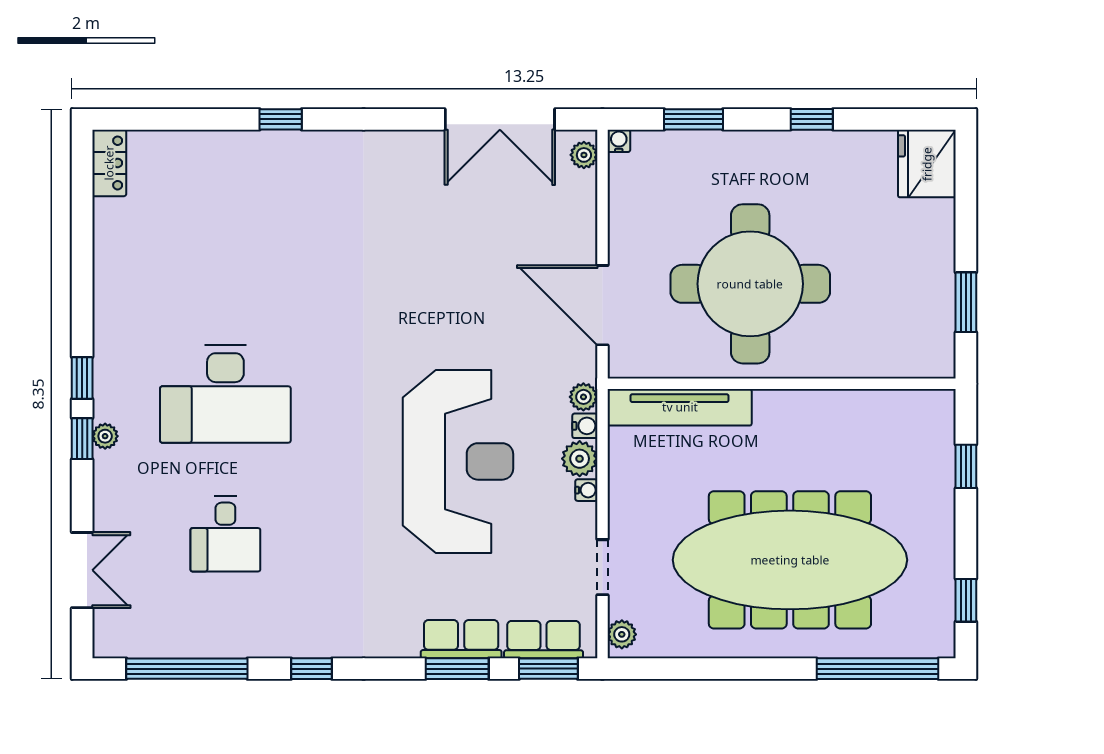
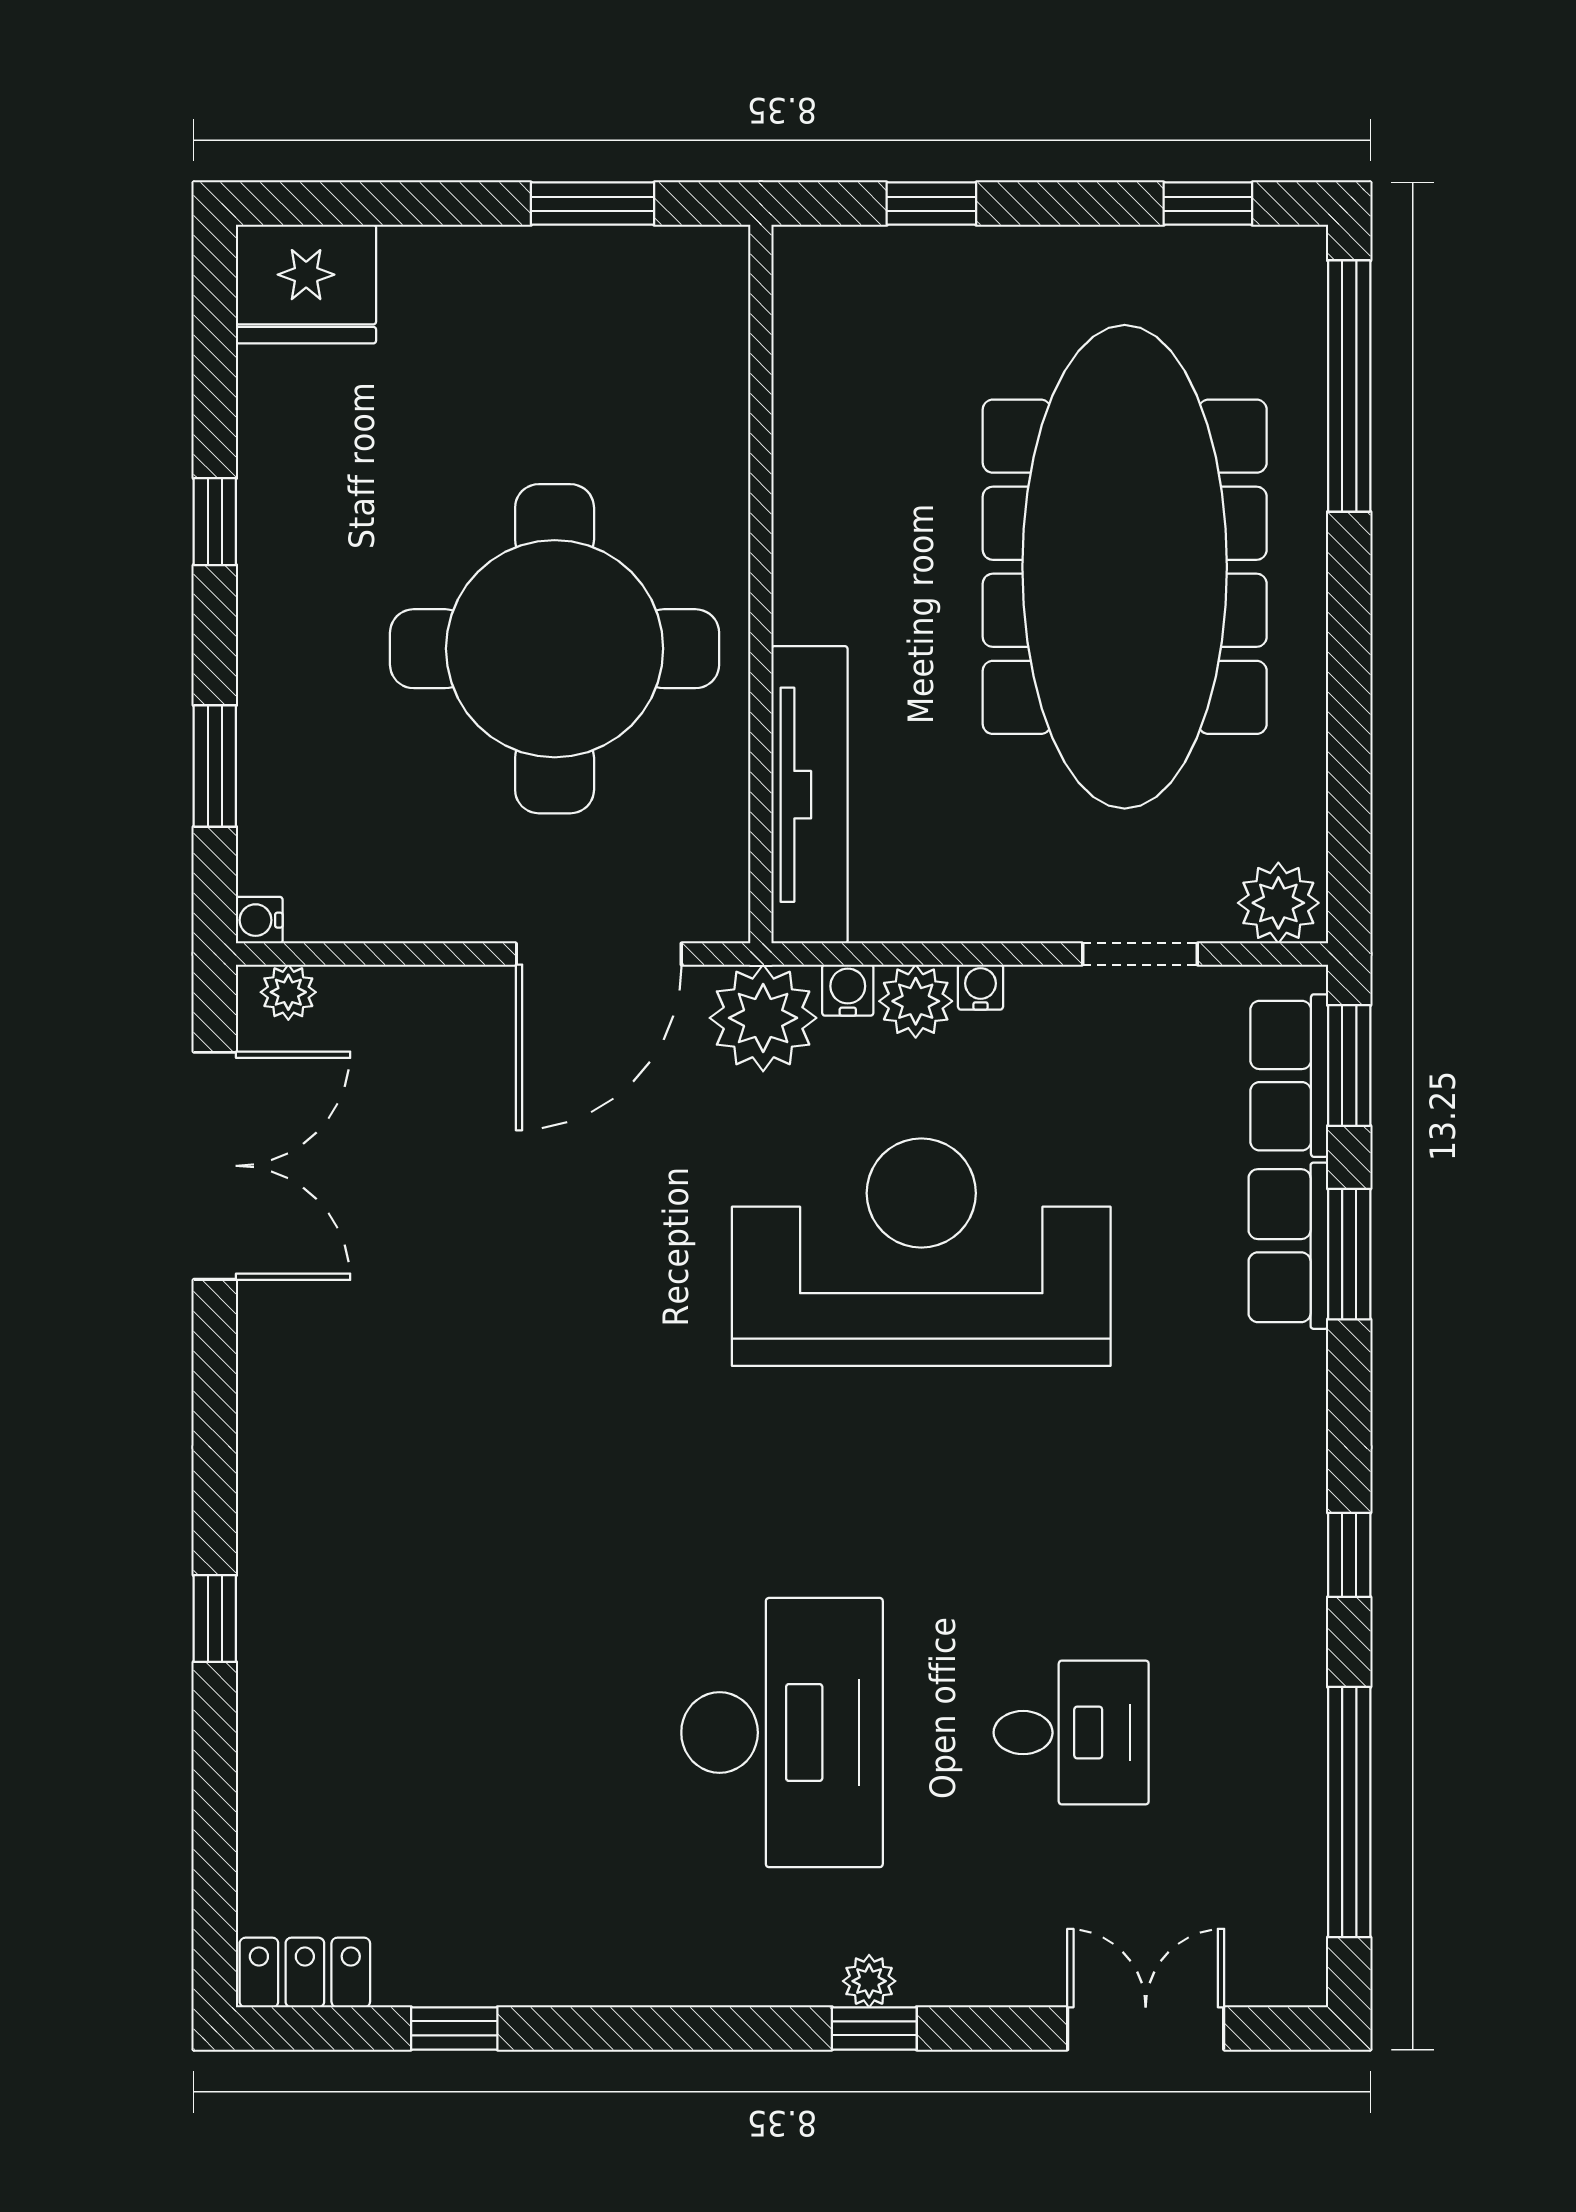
window: (82, 378) -> (454, 2028), moved
plant: (583, 397) -> (763, 1018), width x1.87, depth x1.87
plant: (622, 634) -> (1278, 903), width x1.38, depth x1.38

